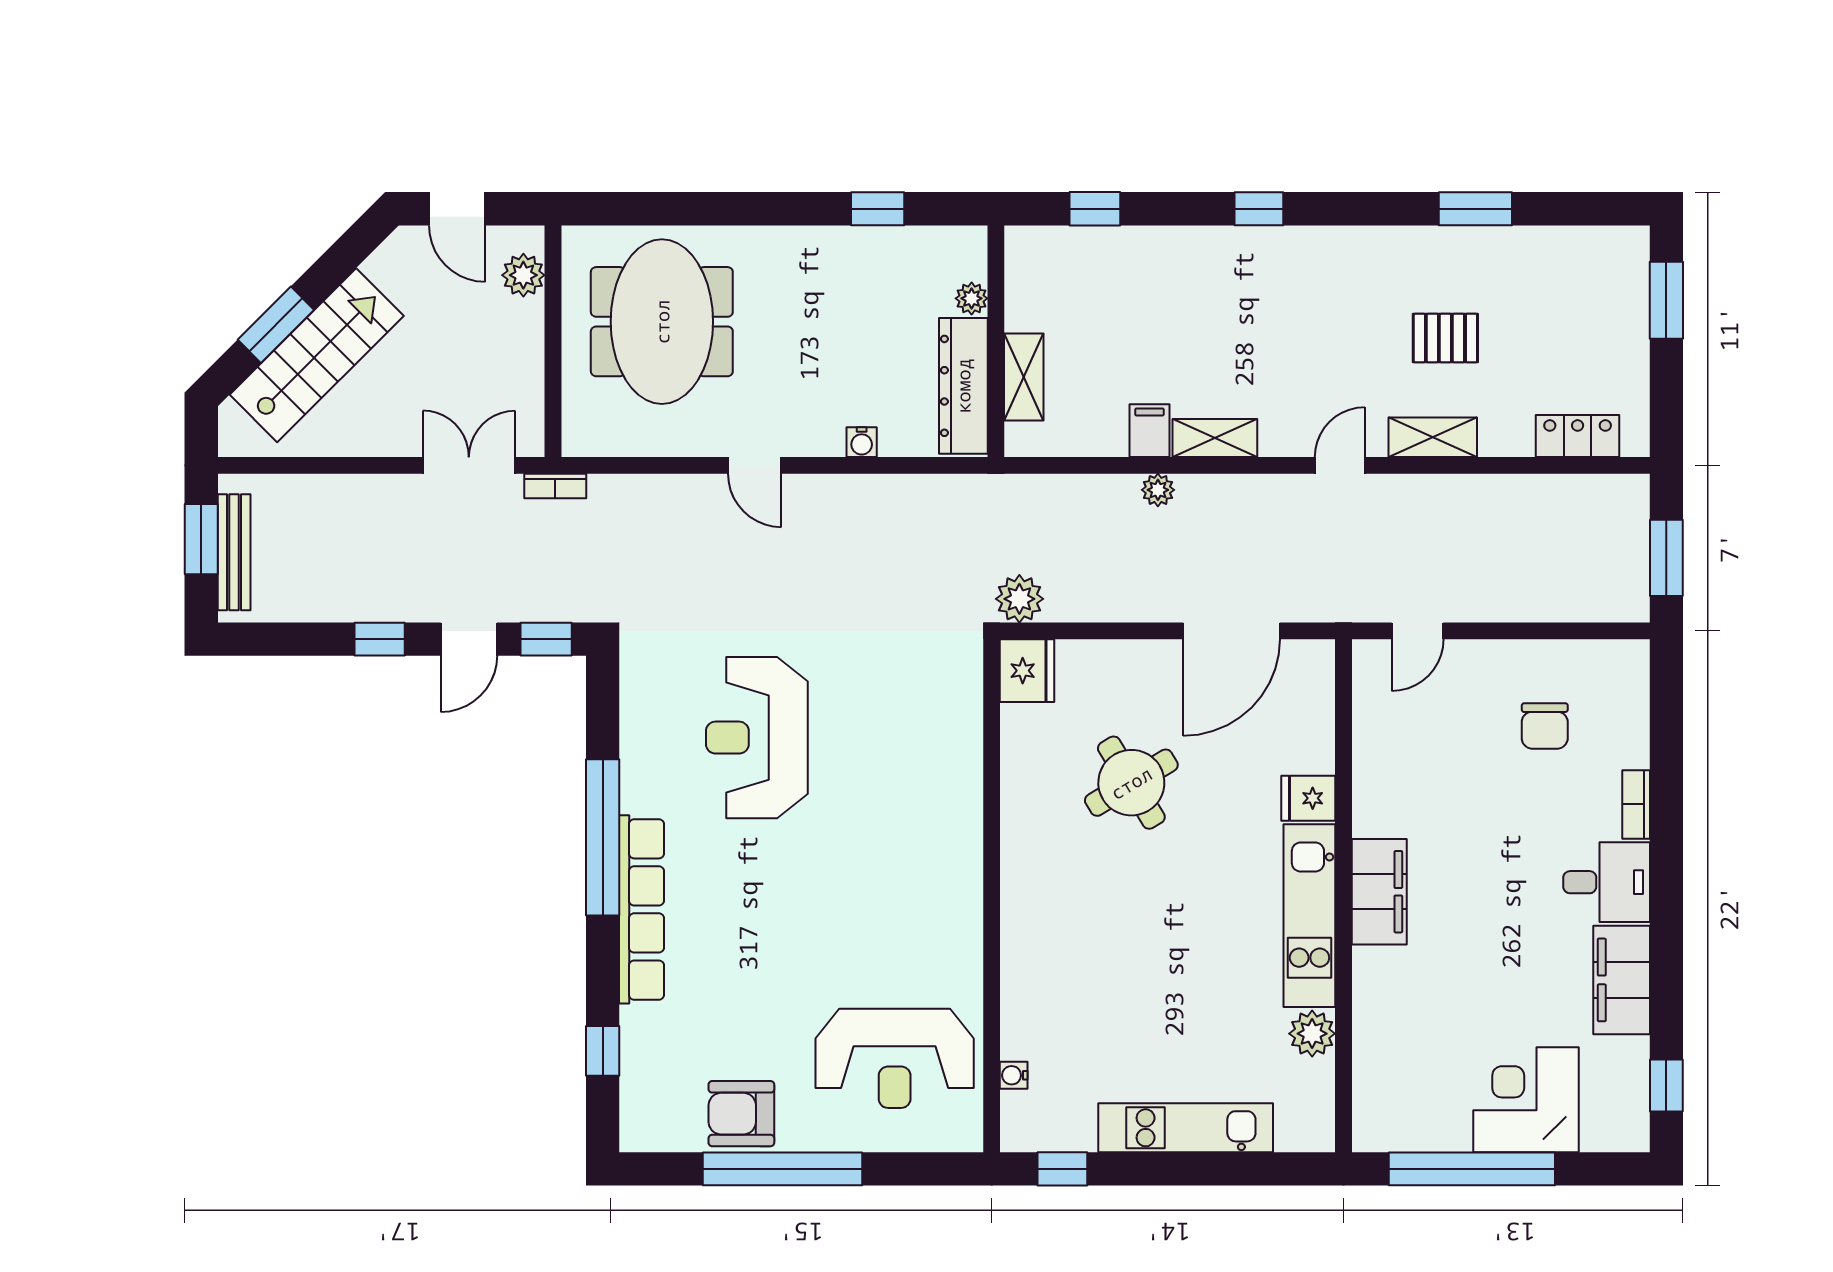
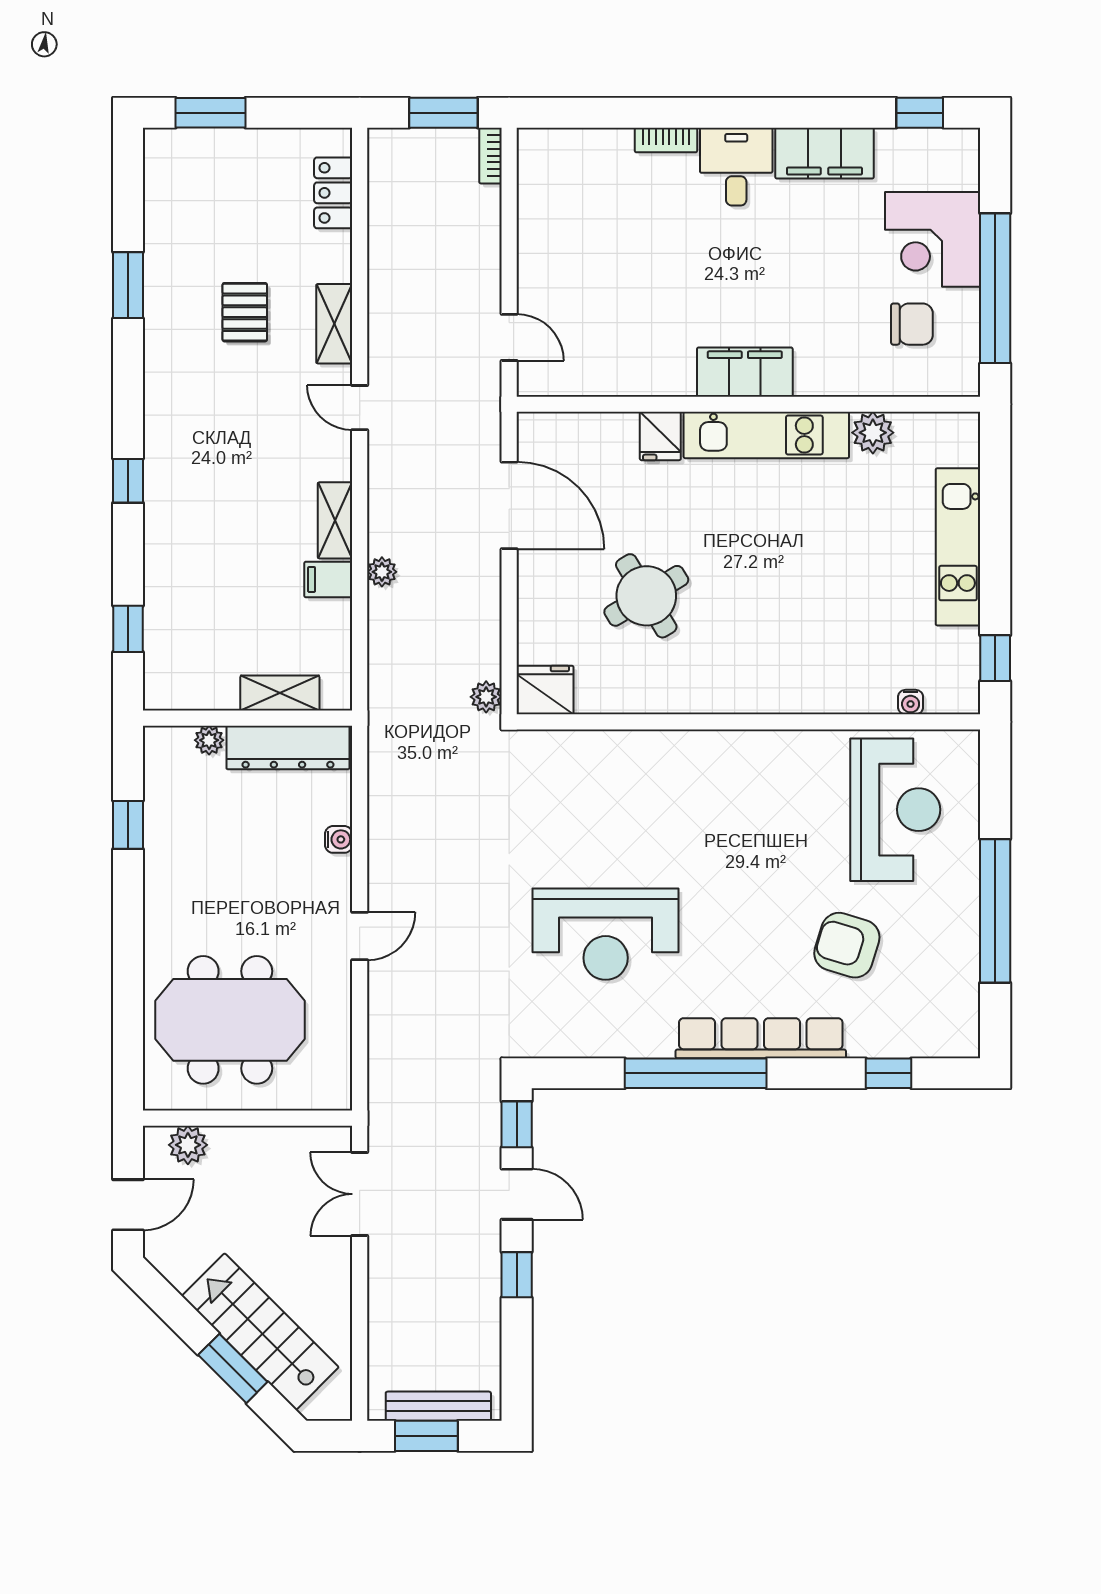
bookcase: (555, 486) -> (491, 156), moved, turned 180
plant: (1019, 599) -> (486, 697), width x0.73, depth x0.73
chair: (1545, 726) -> (912, 324), moved
armchair: (741, 1114) -> (847, 945), moved, turned 107

